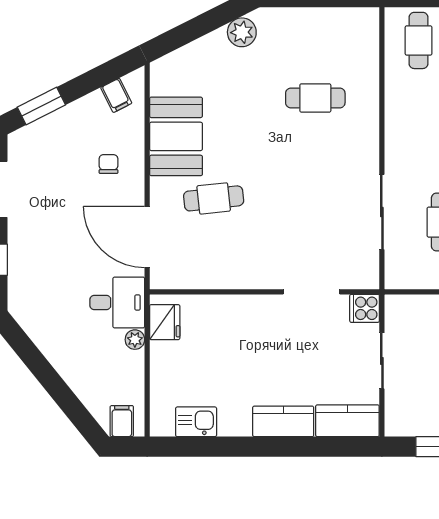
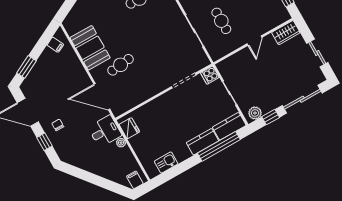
chair: (108, 164) -> (58, 125), moved
plant: (408, 423) -> (255, 113), added
window: (308, 447) -> (219, 146), added

